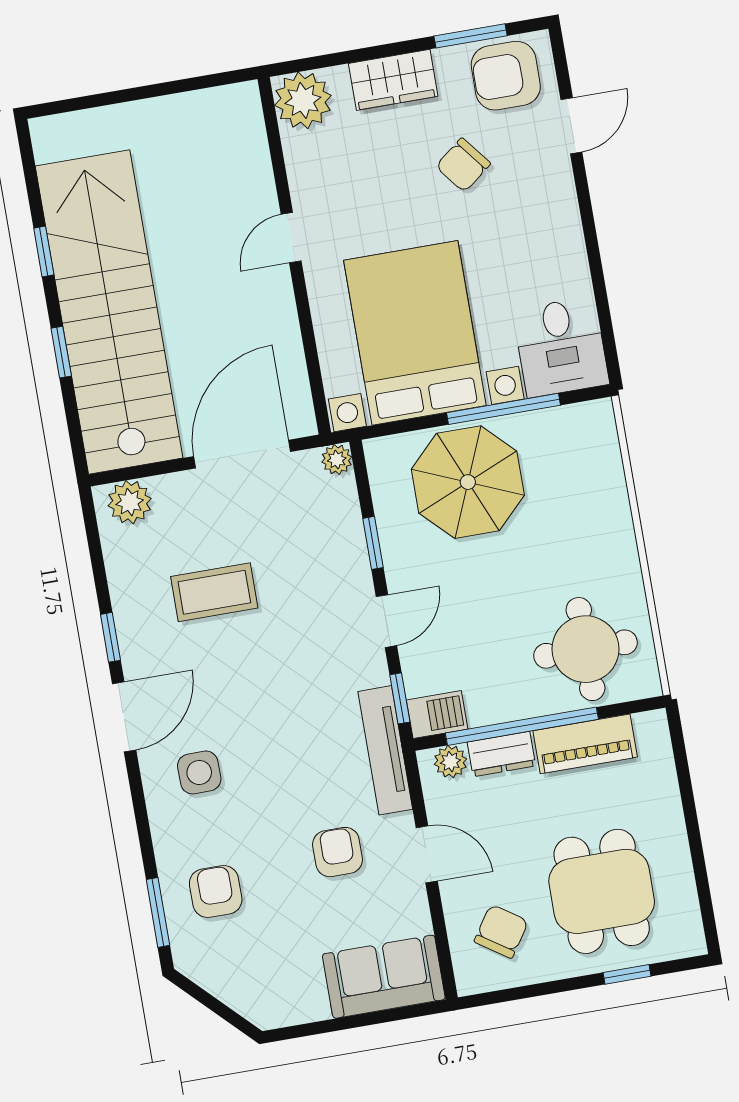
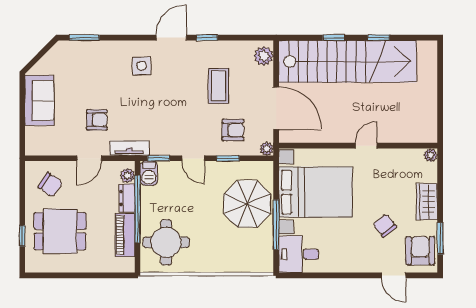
plant: (303, 100) -> (431, 155), width x0.53, depth x0.53
door: (291, 238) -> (366, 146), hinge flipped
door: (124, 717) -> (171, 38), swing flipped
tv unit: (385, 750) -> (129, 148), width x0.71
armchair: (216, 891) -> (233, 130), moved
sofa: (384, 977) -> (39, 100), moved

